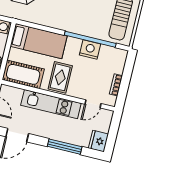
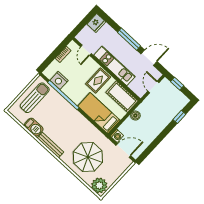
nightstand: (90, 50) -> (59, 80), moved
door: (93, 104) -> (86, 50), swing flipped
window: (65, 147) -> (129, 39), moved

